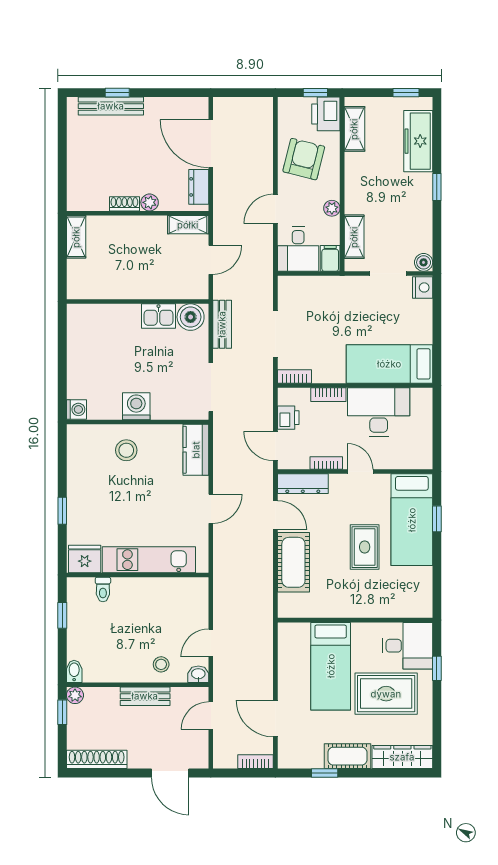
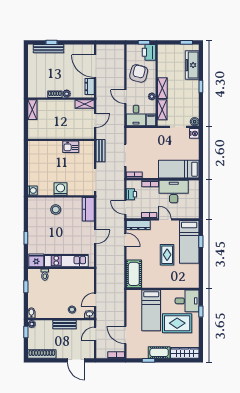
shelving: (354, 129) -> (162, 88), moved
door: (275, 209) -> (125, 97), hinge flipped
boiler: (191, 317) -> (86, 147), removed
cot: (293, 562) -> (134, 274), moved

